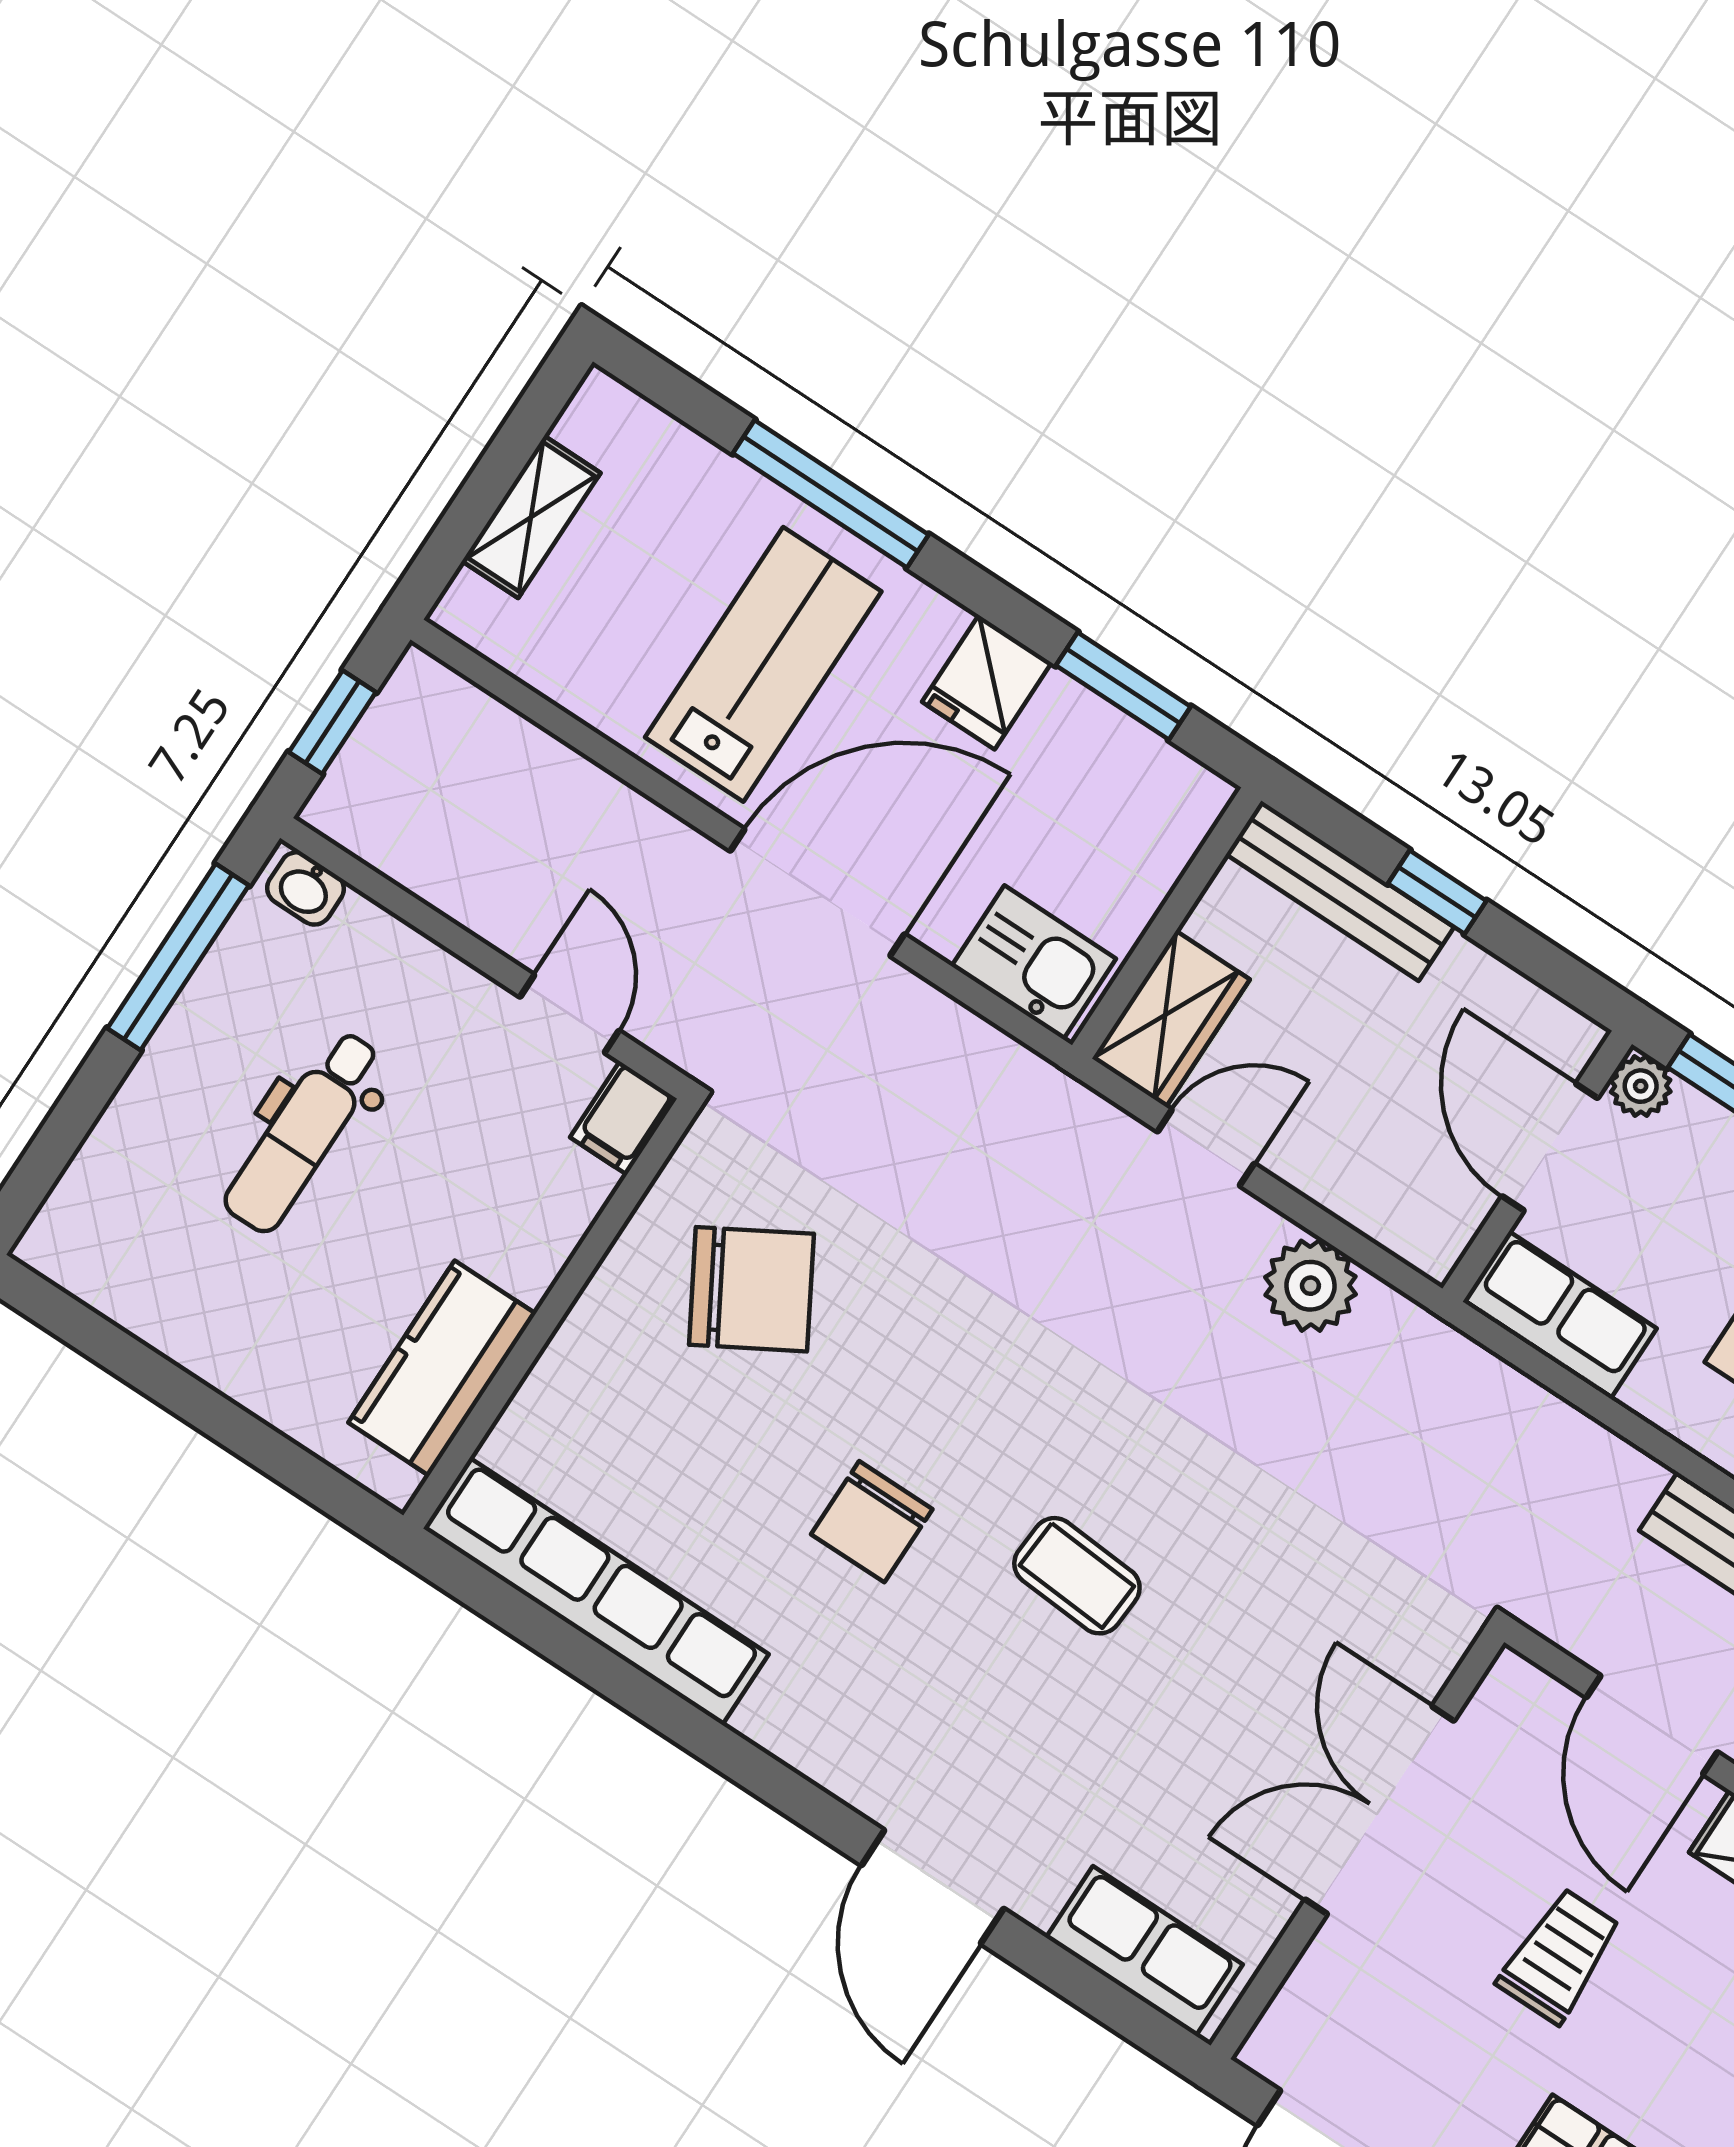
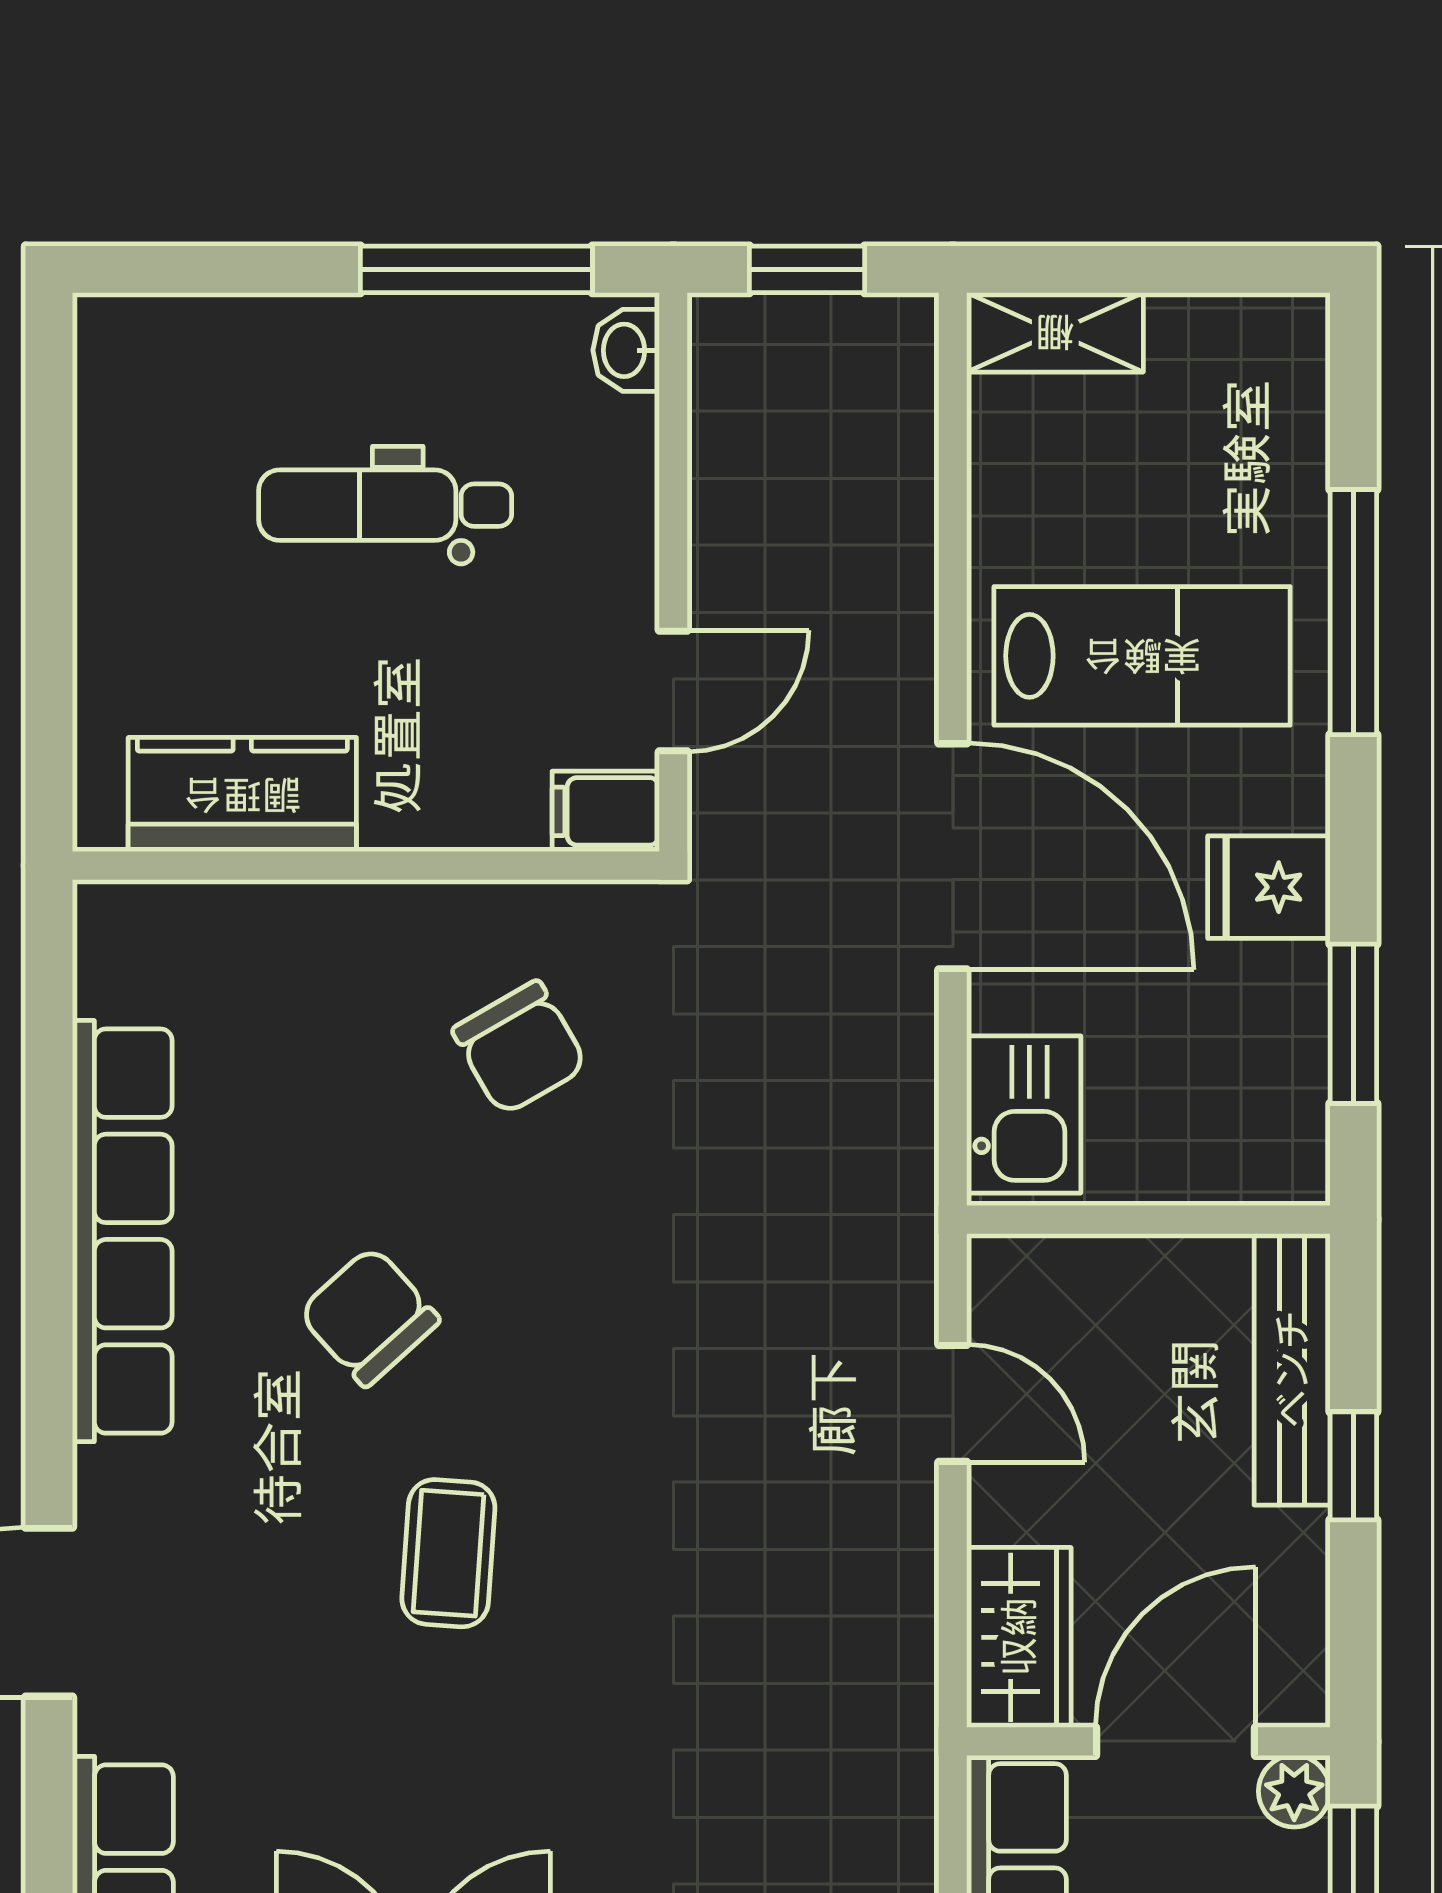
shelving: (531, 517) -> (1055, 332), moved
wardrobe: (1171, 1019) -> (1019, 1637), moved, turned -90
plant: (1310, 1286) -> (885, 1595), removed
chair: (751, 1289) -> (520, 1048), width x0.73, depth x0.73
chair: (872, 1522) -> (369, 1316), turned 48
row of seats: (596, 1591) -> (122, 1231), moved

